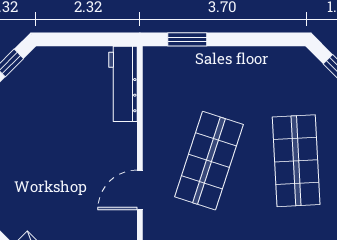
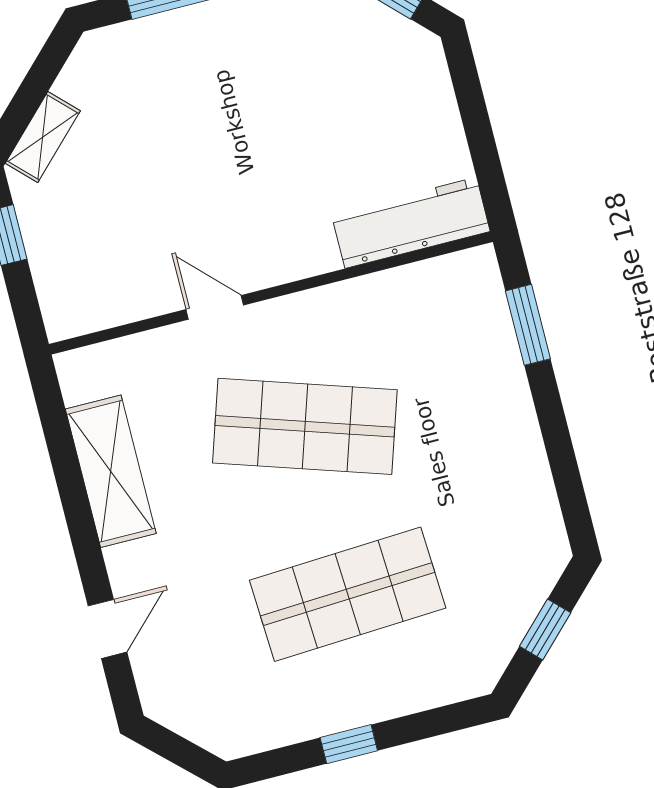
door: (140, 190) -> (215, 307), width x0.73

